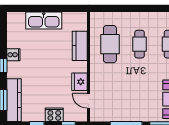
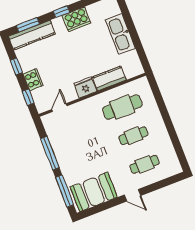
cooker: (13, 55) -> (76, 19), width x1.87, depth x1.31
fridge: (80, 82) -> (85, 87), moved

